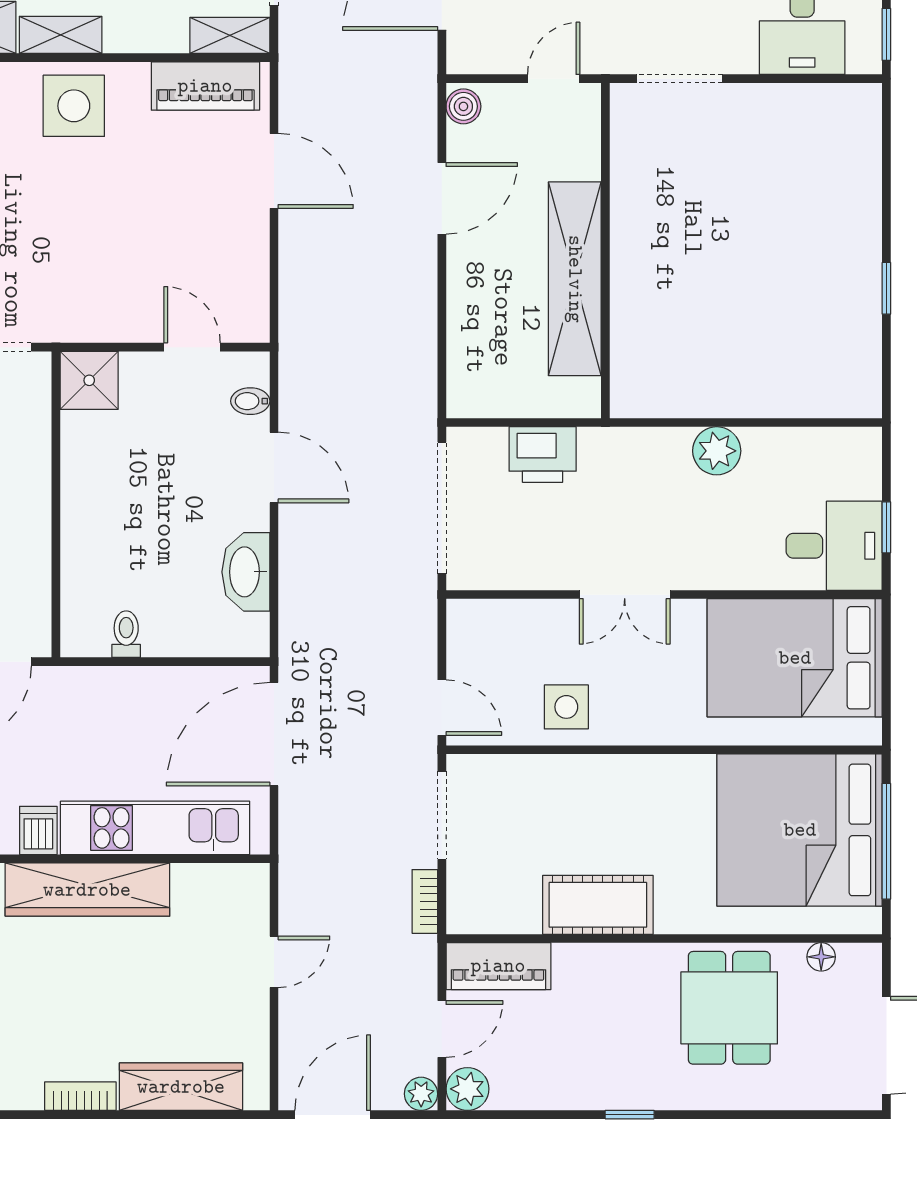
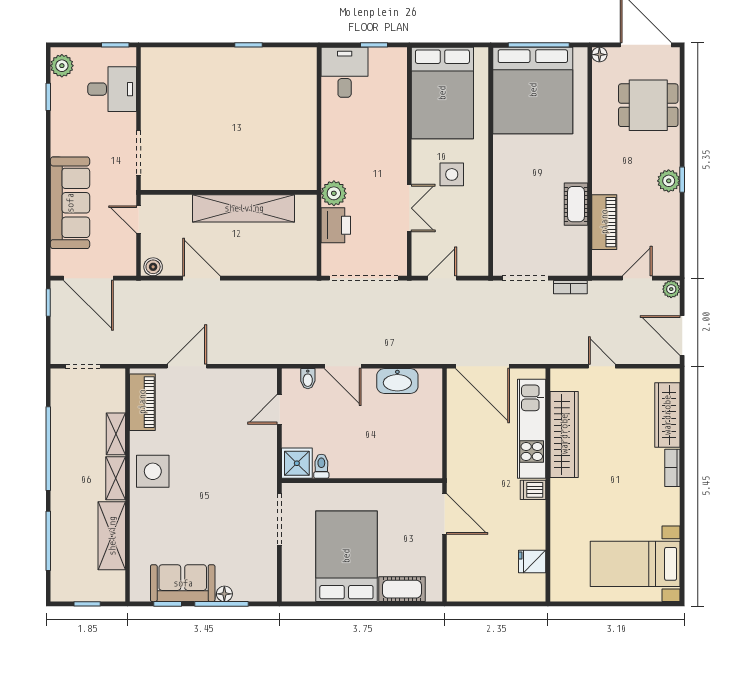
shelving: (230, 35) -> (116, 434), moved
plant: (717, 451) -> (334, 193), moved
door: (274, 468) -> (343, 366), swing flipped
desk: (834, 546) -> (345, 72), moved
double door: (625, 595) -> (409, 208), moved
toilet: (126, 634) -> (321, 466), moved, turned 90
side table: (566, 707) -> (452, 174), moved
door: (442, 708) -> (442, 278), moved
wardrobe: (87, 890) -> (564, 434), moved
cot: (598, 905) -> (576, 204), width x0.73, depth x0.75
floor lamp: (821, 957) -> (599, 55), moved
piano: (498, 966) -> (604, 222), moved
dining table: (729, 1008) -> (648, 105), moved
door: (442, 1029) -> (637, 278), hinge flipped
plant: (467, 1089) -> (669, 181), moved

